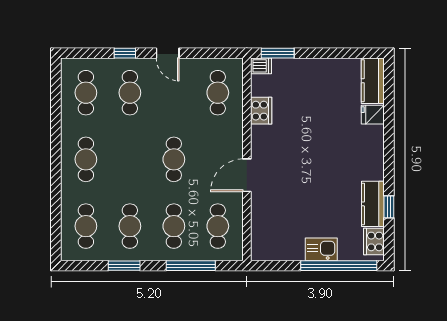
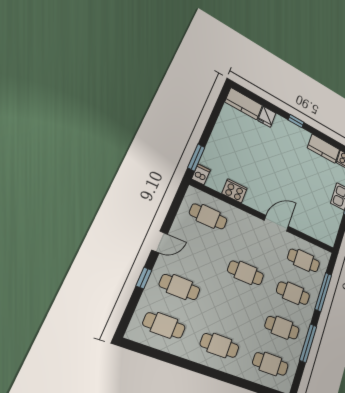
door: (247, 175) -> (276, 223), swing flipped
window: (389, 207) -> (296, 121), moved
window: (124, 266) -> (308, 343), width x1.44

